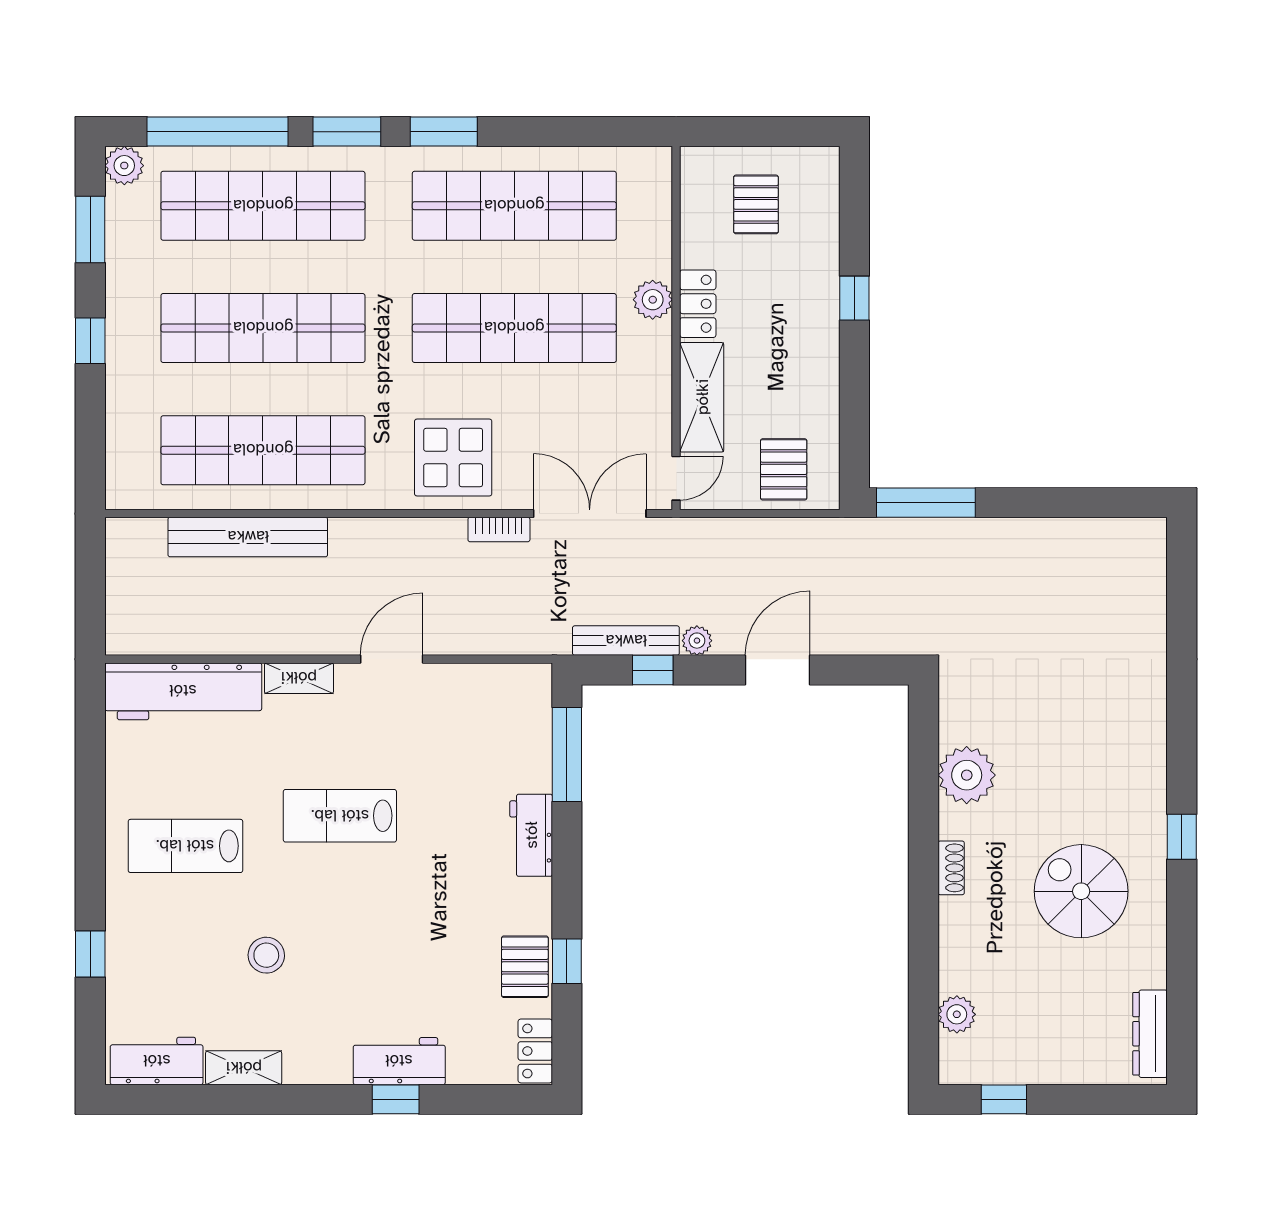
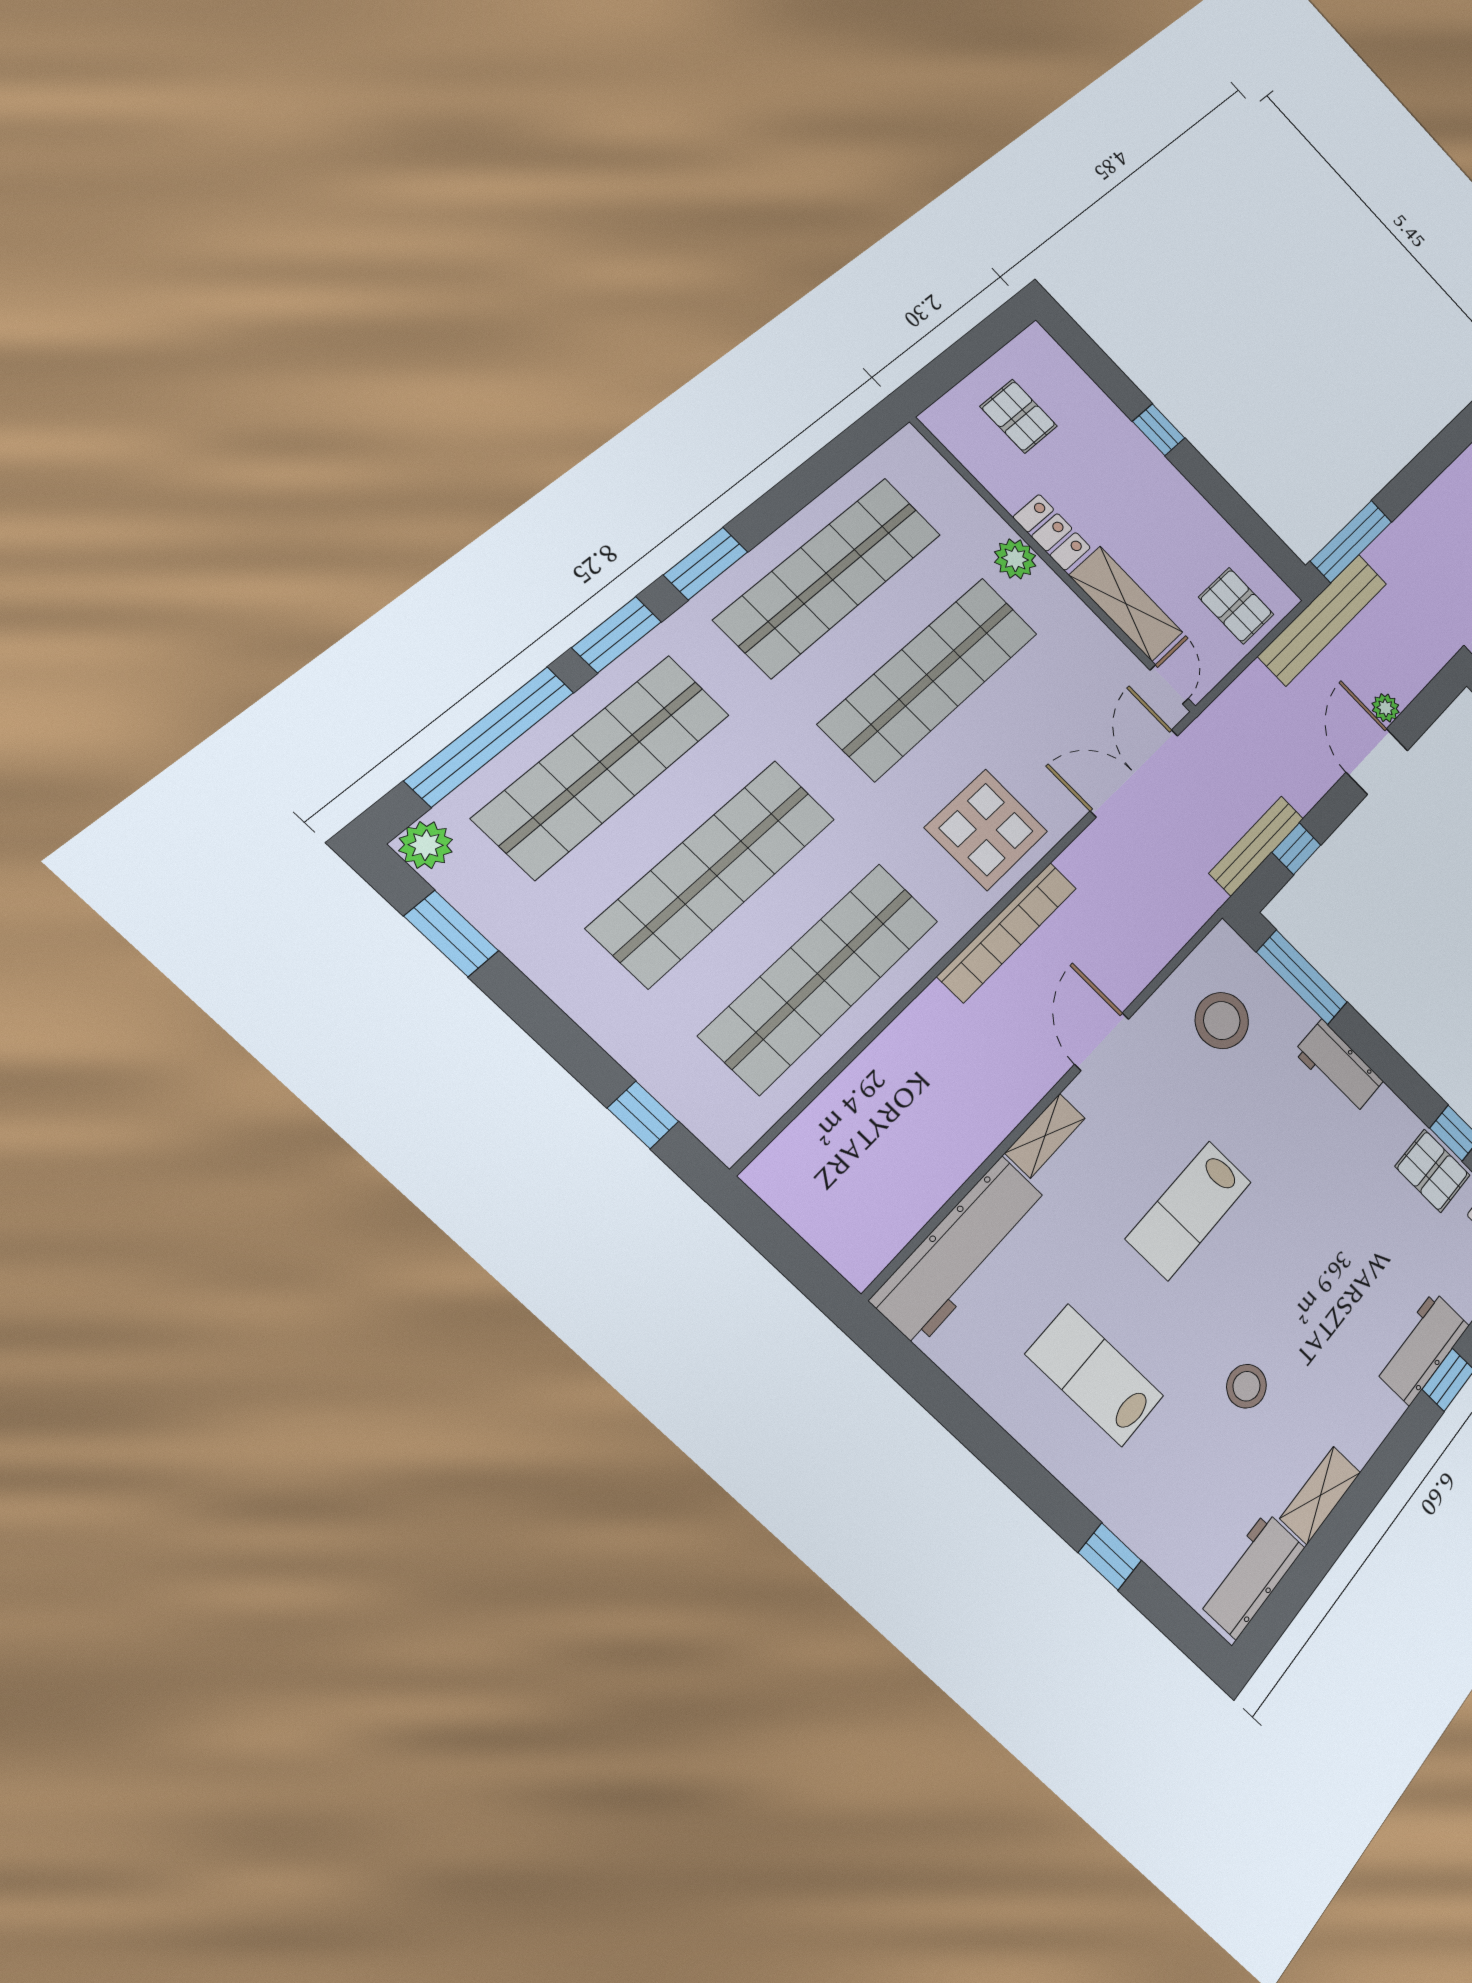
window: (90, 341) -> (643, 1115), moved
bookcase: (499, 530) -> (1008, 932), moved, width x2.31, depth x1.31
bench: (248, 537) -> (1323, 619), moved
plant: (697, 641) -> (1386, 708), moved
stool: (483, 726) -> (1222, 1021), added
lab bench: (185, 846) -> (1095, 1375), turned 90

